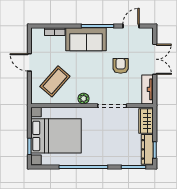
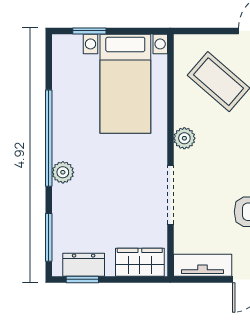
bed with nightstands: (56, 136) -> (125, 84), width x0.73
dresser: (147, 149) -> (84, 265), width x0.70
plant: (101, 160) -> (63, 172), added

